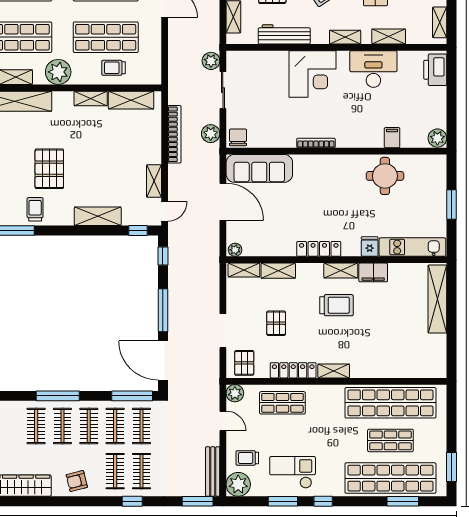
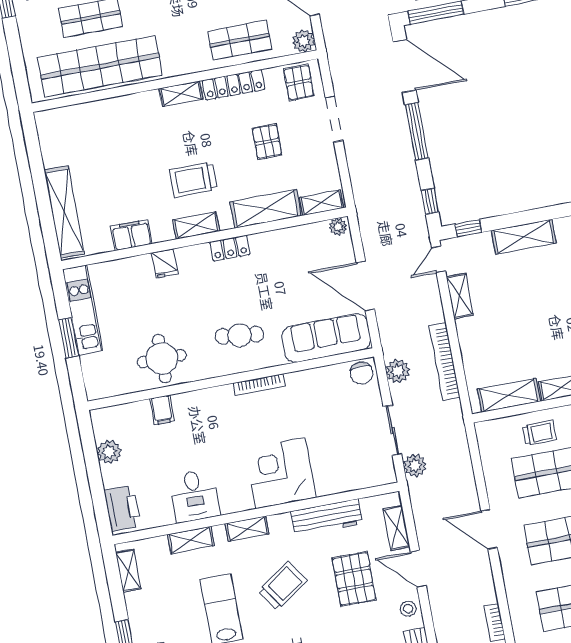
desk: (373, 69) -> (195, 496), width x0.73
plant: (437, 138) -> (109, 452), moved
cafe table: (324, 183) -> (239, 335), added
kitchen unit: (412, 247) -> (83, 310), moved, turned -90
locker: (319, 249) -> (230, 248), width x0.66
shelving: (278, 271) -> (265, 209), width x1.50, depth x1.33
filing cabinet: (373, 272) -> (131, 235), moved

